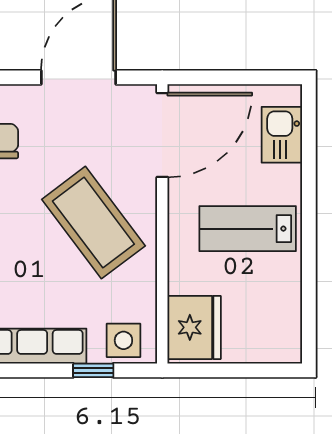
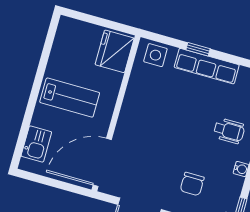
coffee table: (93, 223) -> (154, 125), removed
window: (93, 370) -> (198, 49), moved

